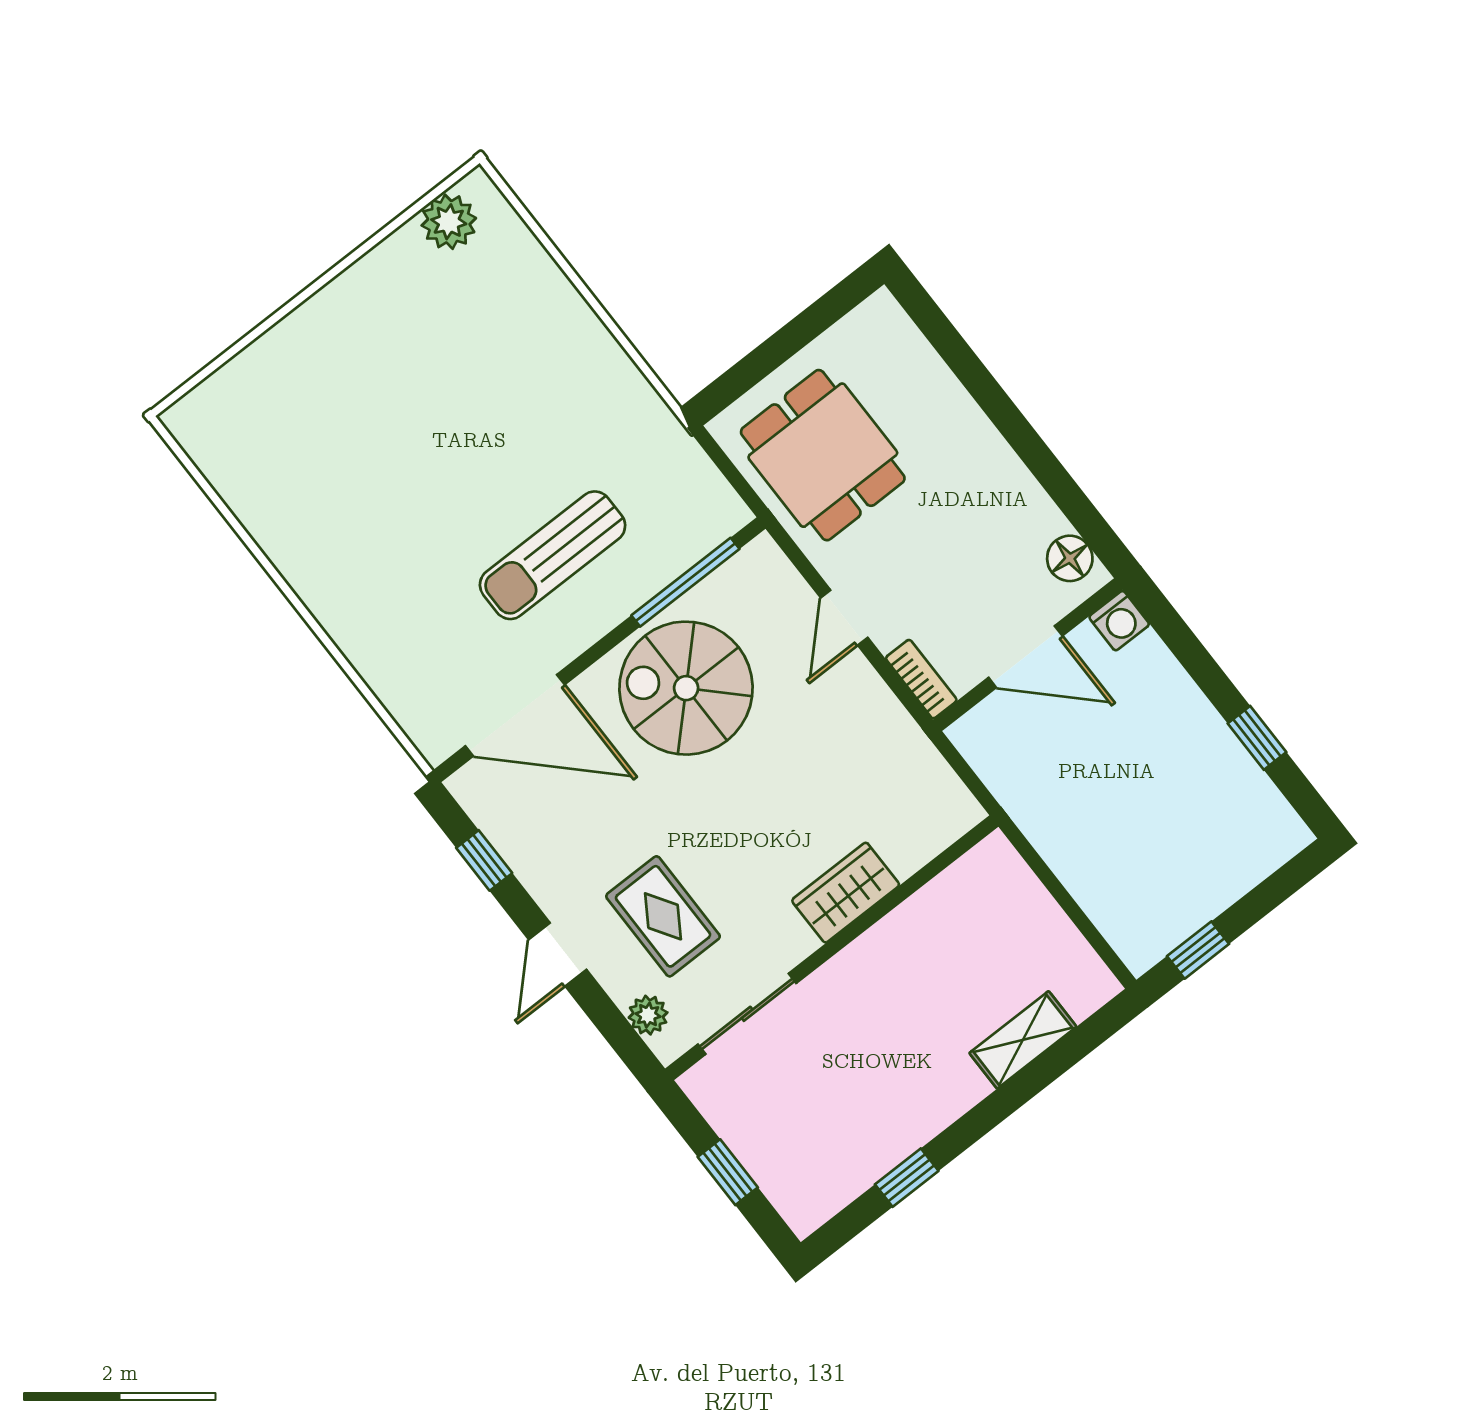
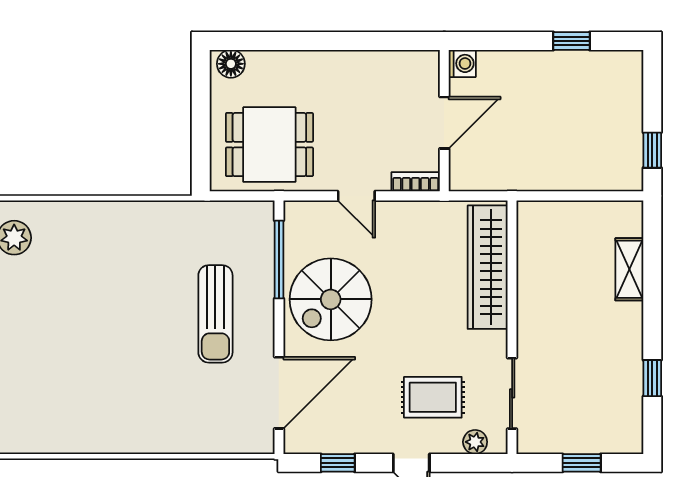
floor lamp: (1070, 558) -> (231, 64), moved
wardrobe: (846, 893) -> (488, 267), width x2.10, depth x1.17

